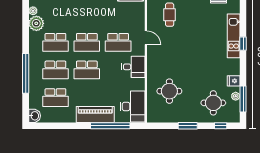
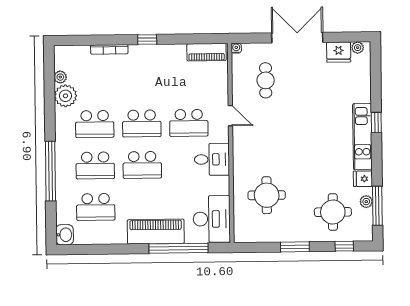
kitchen unit: (234, 36) -> (362, 137), moved

